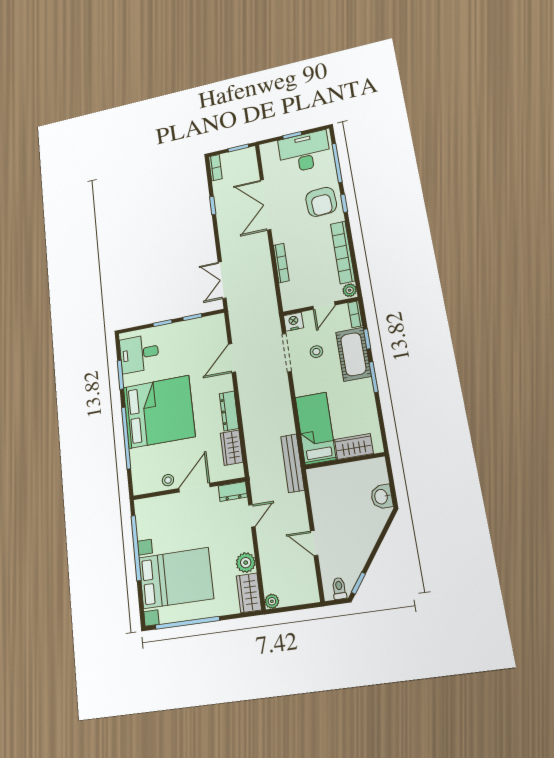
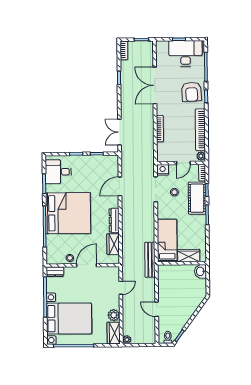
dresser: (233, 491) -> (55, 272), moved
washbasin: (382, 497) -> (200, 271), moved

